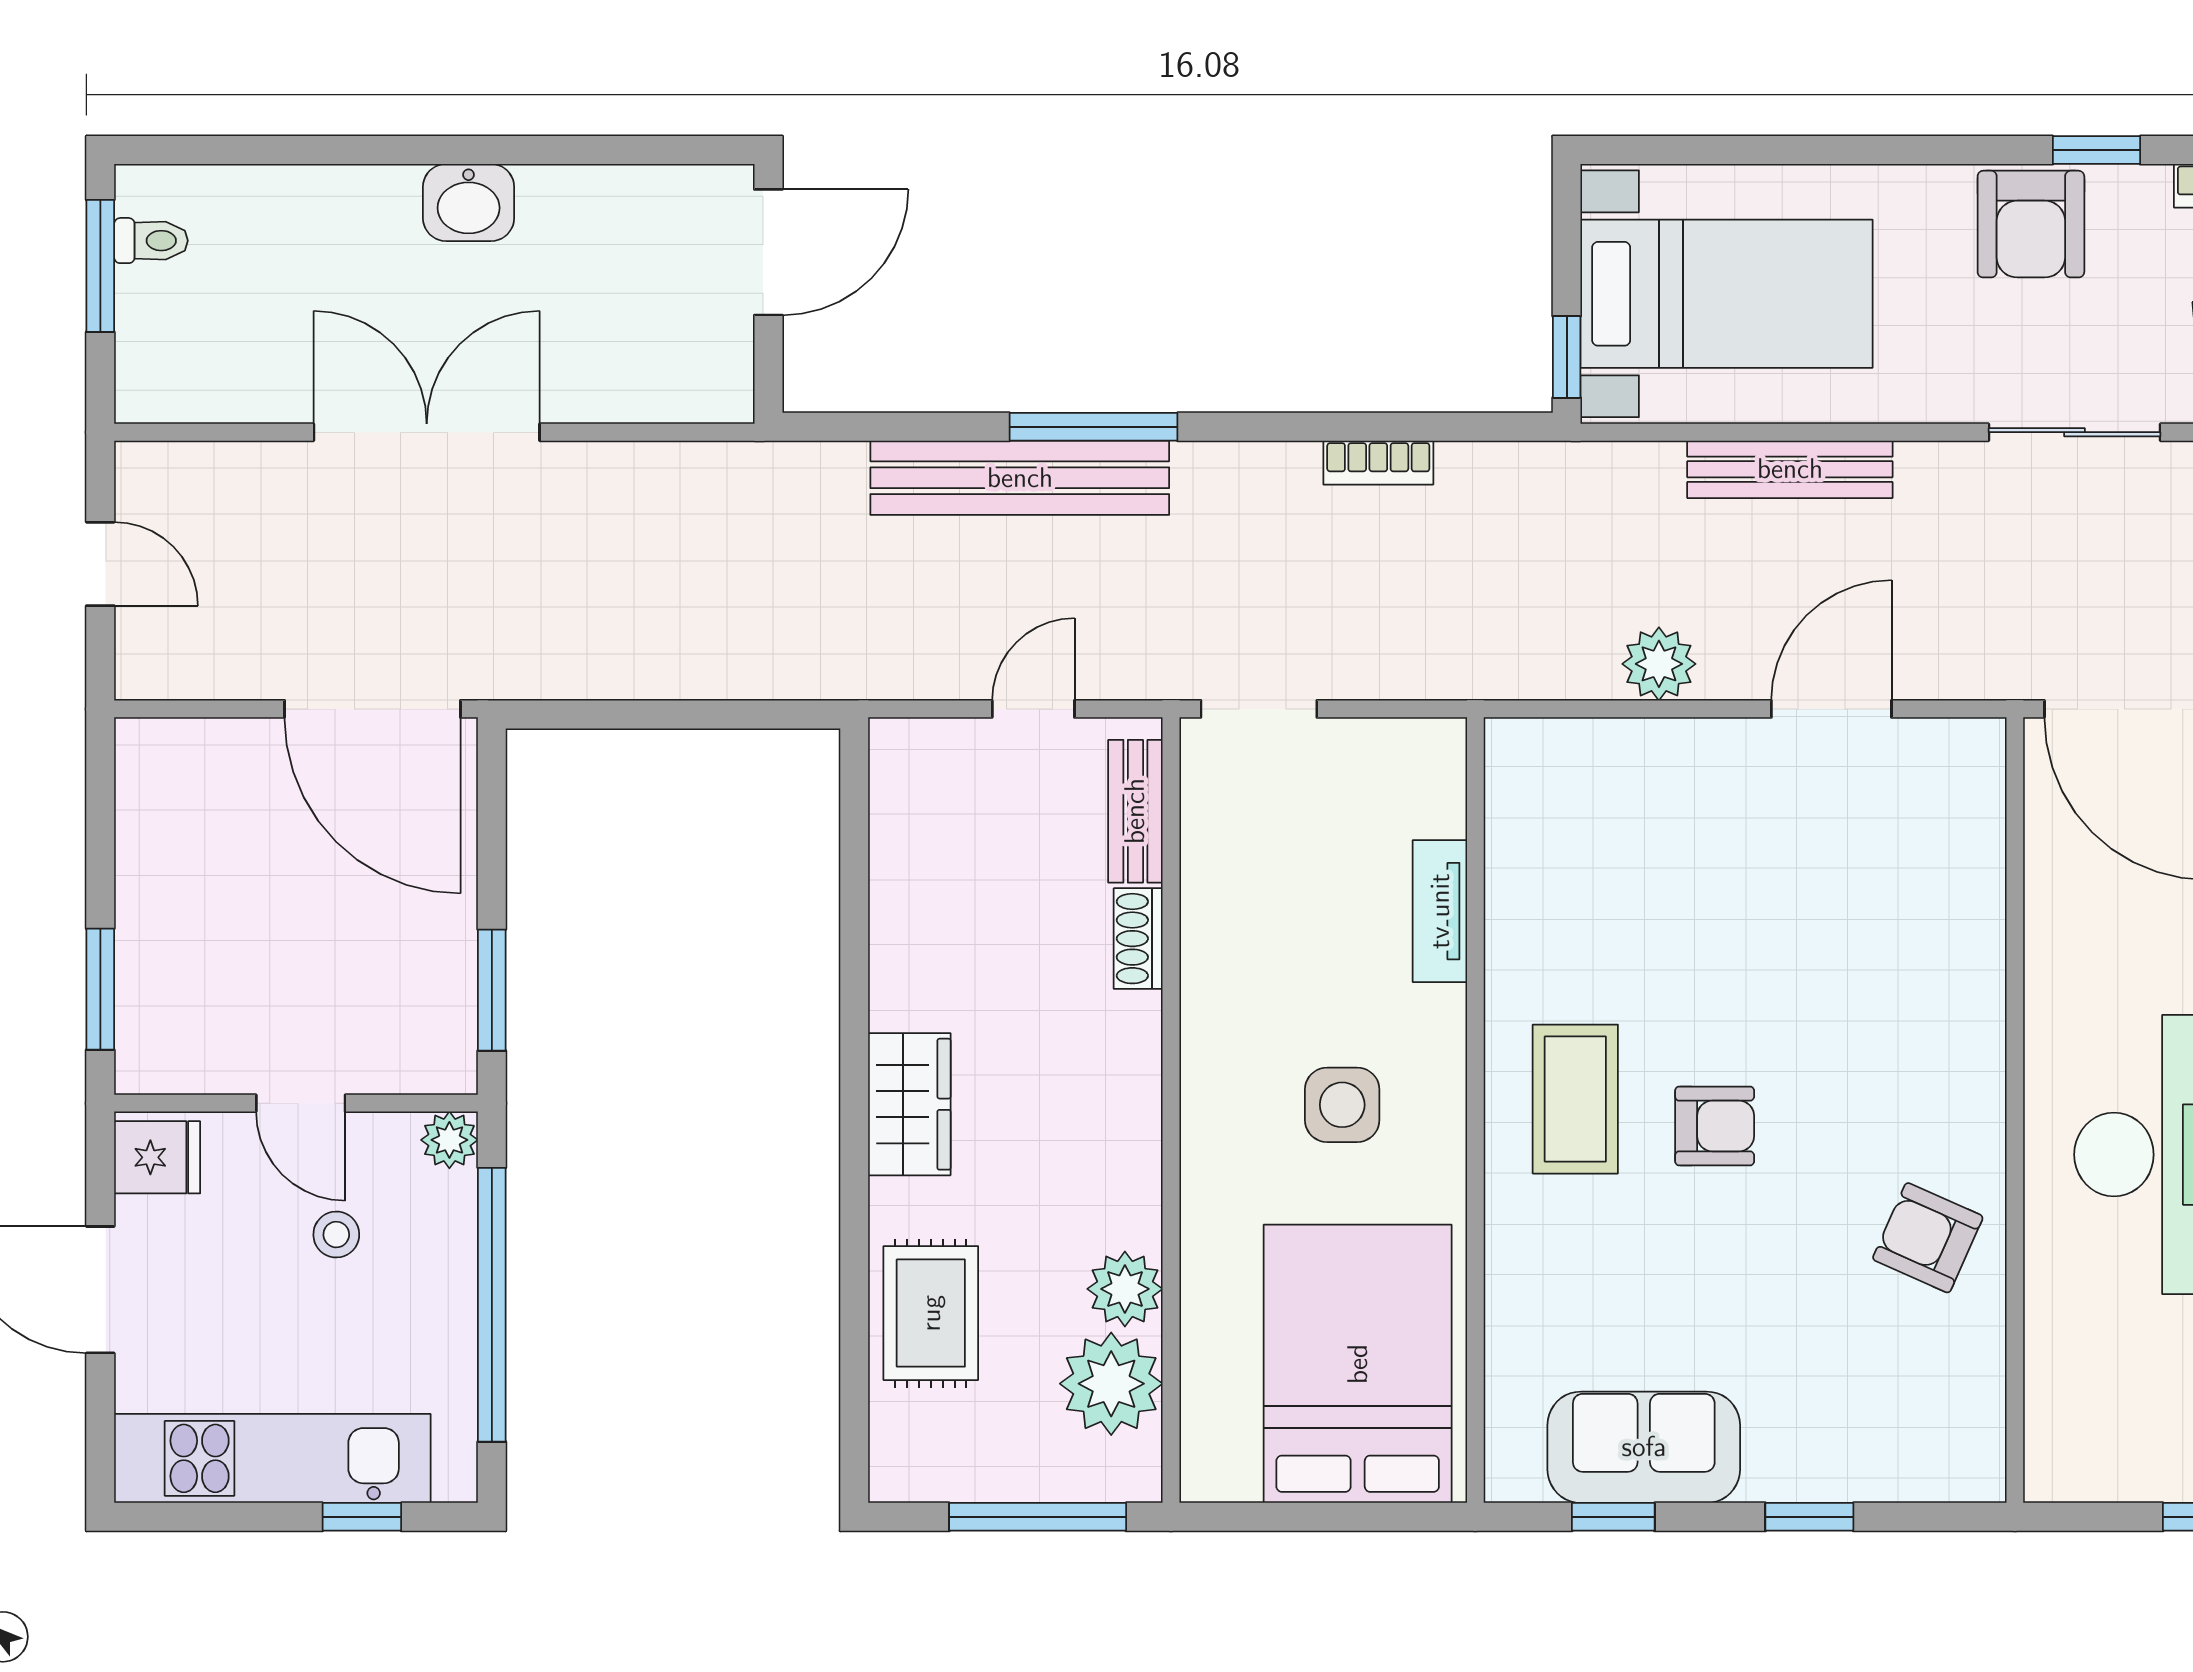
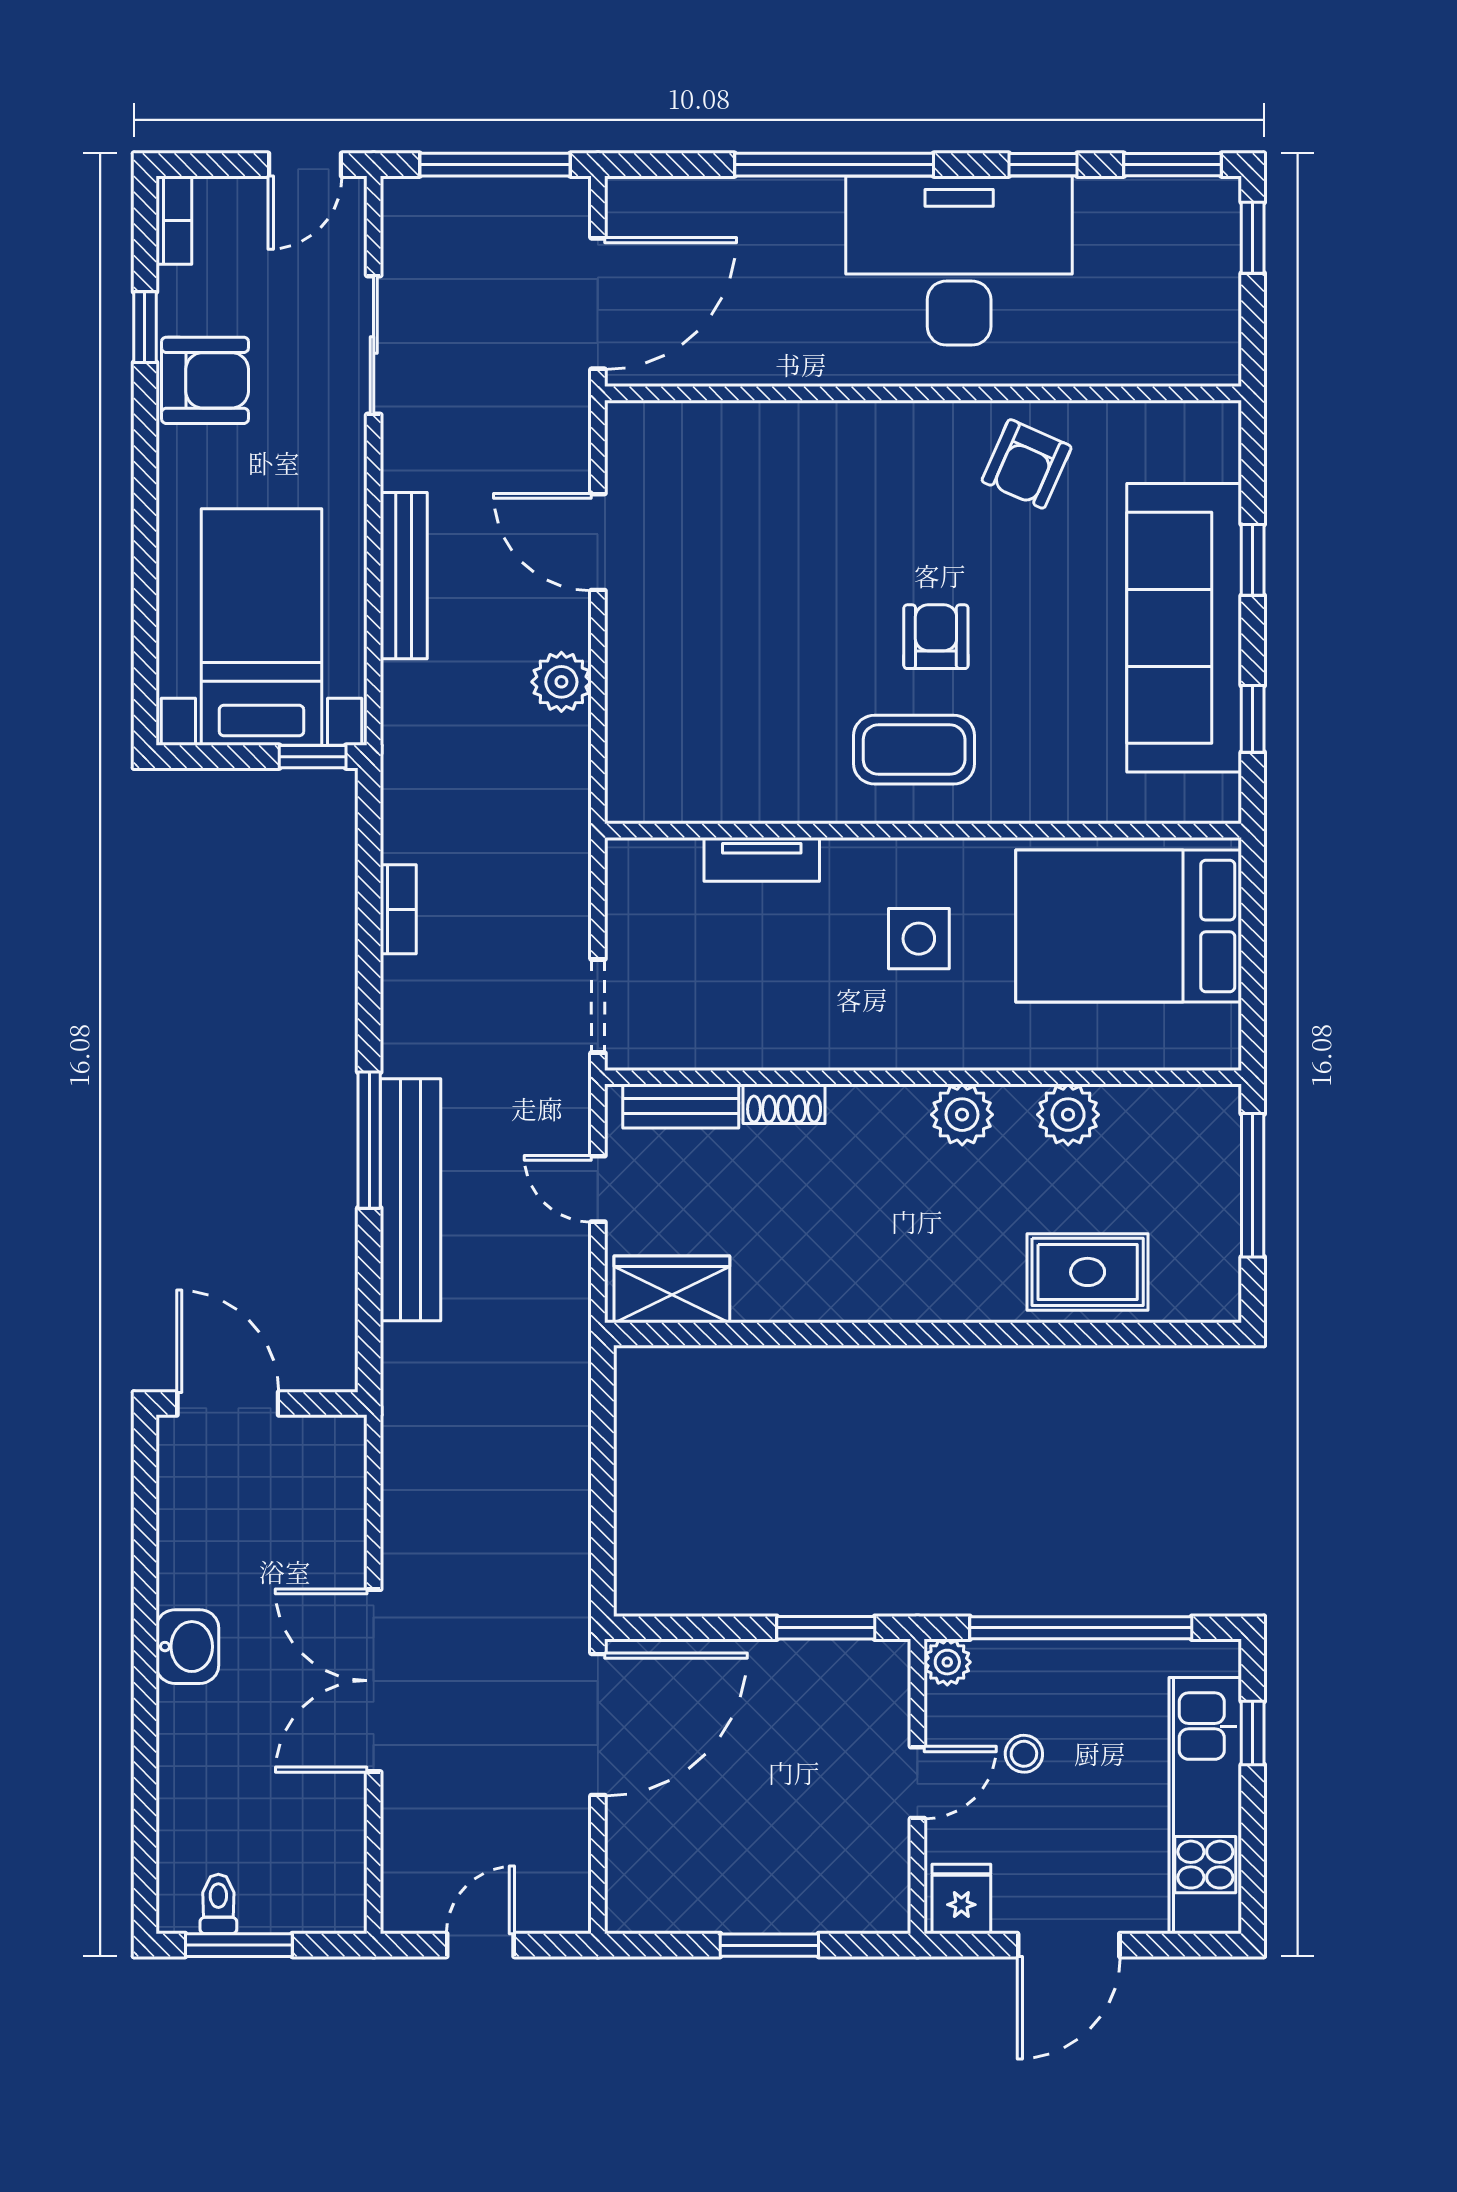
window: (100, 989) -> (769, 1945), moved
wardrobe: (909, 1104) -> (672, 1289), moved
plant: (1111, 1384) -> (962, 1115), moved, width x0.73, depth x0.73
sofa: (1644, 1447) -> (1184, 628), width x1.85, depth x1.27

